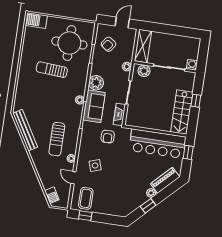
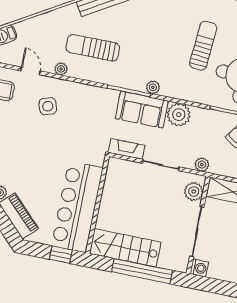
window: (196, 101) -> (142, 271), width x3.17
armchair: (108, 137) -> (93, 129), removed
door: (73, 178) -> (30, 71), hinge flipped

